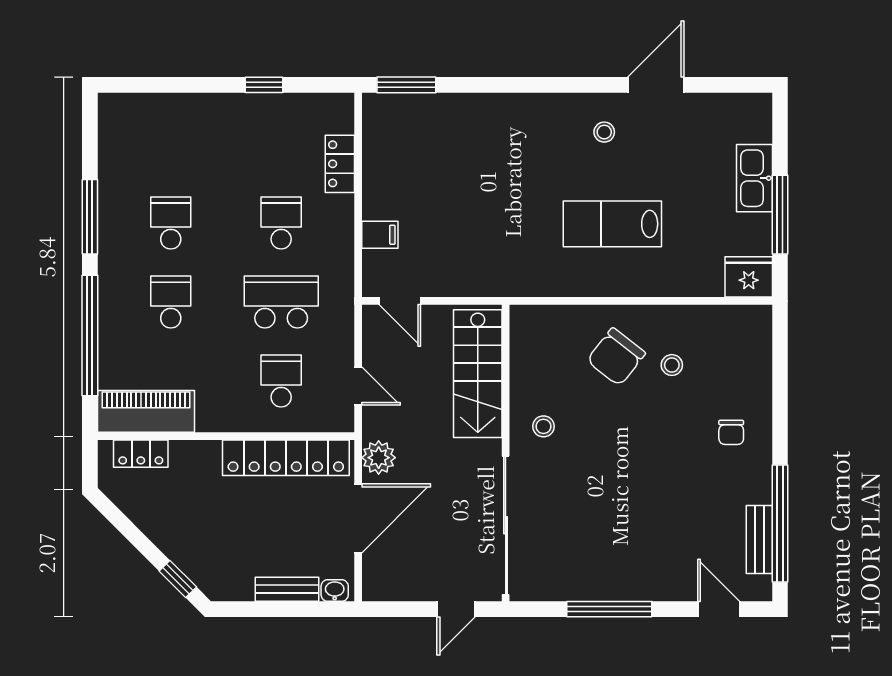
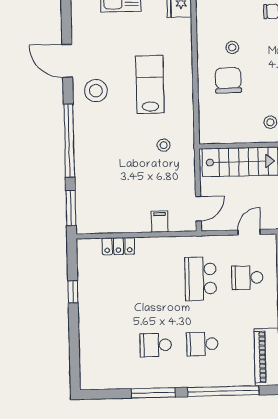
window: (521, 85) -> (69, 141), added
stool: (604, 132) -> (96, 91), width x1.89, depth x1.89
school desk: (281, 223) -> (154, 280), removed
lab bench: (612, 224) -> (150, 85), turned 180
stool: (509, 245) -> (164, 145), added
chair: (616, 357) -> (228, 80), turned -129

